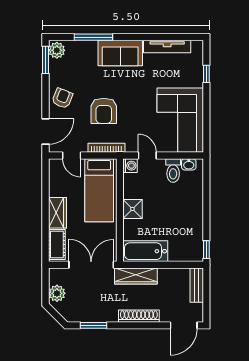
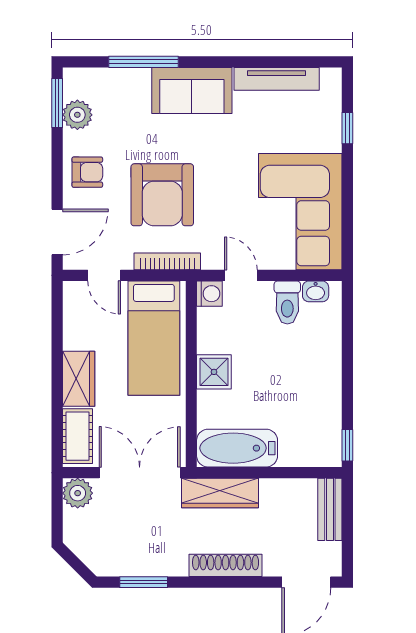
plant: (57, 50) -> (77, 115), moved
armchair: (62, 98) -> (87, 172), turned 68
armchair: (104, 111) -> (162, 195), width x1.36, depth x1.36
plant: (57, 293) -> (78, 493), moved

